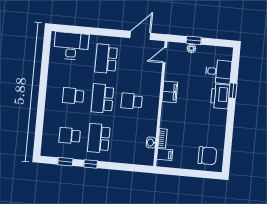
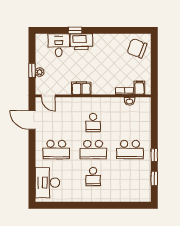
school desk: (70, 136) -> (130, 177), removed
chair: (207, 156) -> (137, 48), turned -69

